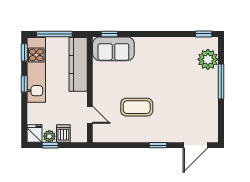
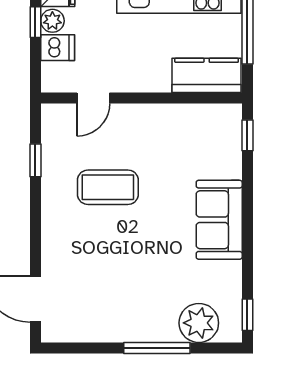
sofa: (113, 49) -> (219, 220), moved
kitchen counter: (78, 64) -> (207, 75), width x0.67
coffee table: (137, 107) -> (108, 187), turned 90
window: (158, 145) -> (35, 160), moved

